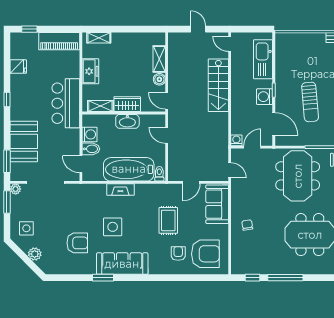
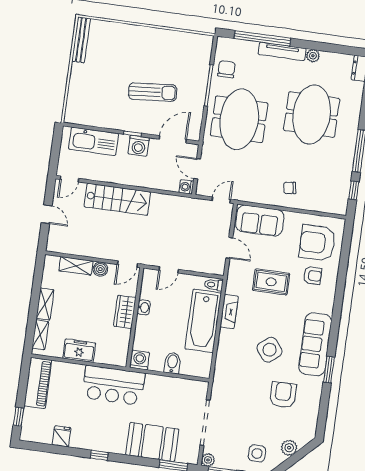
door: (198, 29) -> (47, 214), swing flipped
shelving: (100, 106) -> (45, 304), moved
washbasin: (127, 121) -> (144, 307), width x0.52, depth x0.69
washing machine: (89, 134) -> (140, 360), moved
door: (81, 164) -> (189, 377), removed
meeting table: (298, 176) -> (239, 119), turned 90
fireplace: (120, 189) -> (229, 312), moved
side table: (113, 227) -> (270, 350), turned -38
armchair: (178, 254) -> (312, 276), turned 180
armchair: (205, 254) -> (317, 243), turned -90

